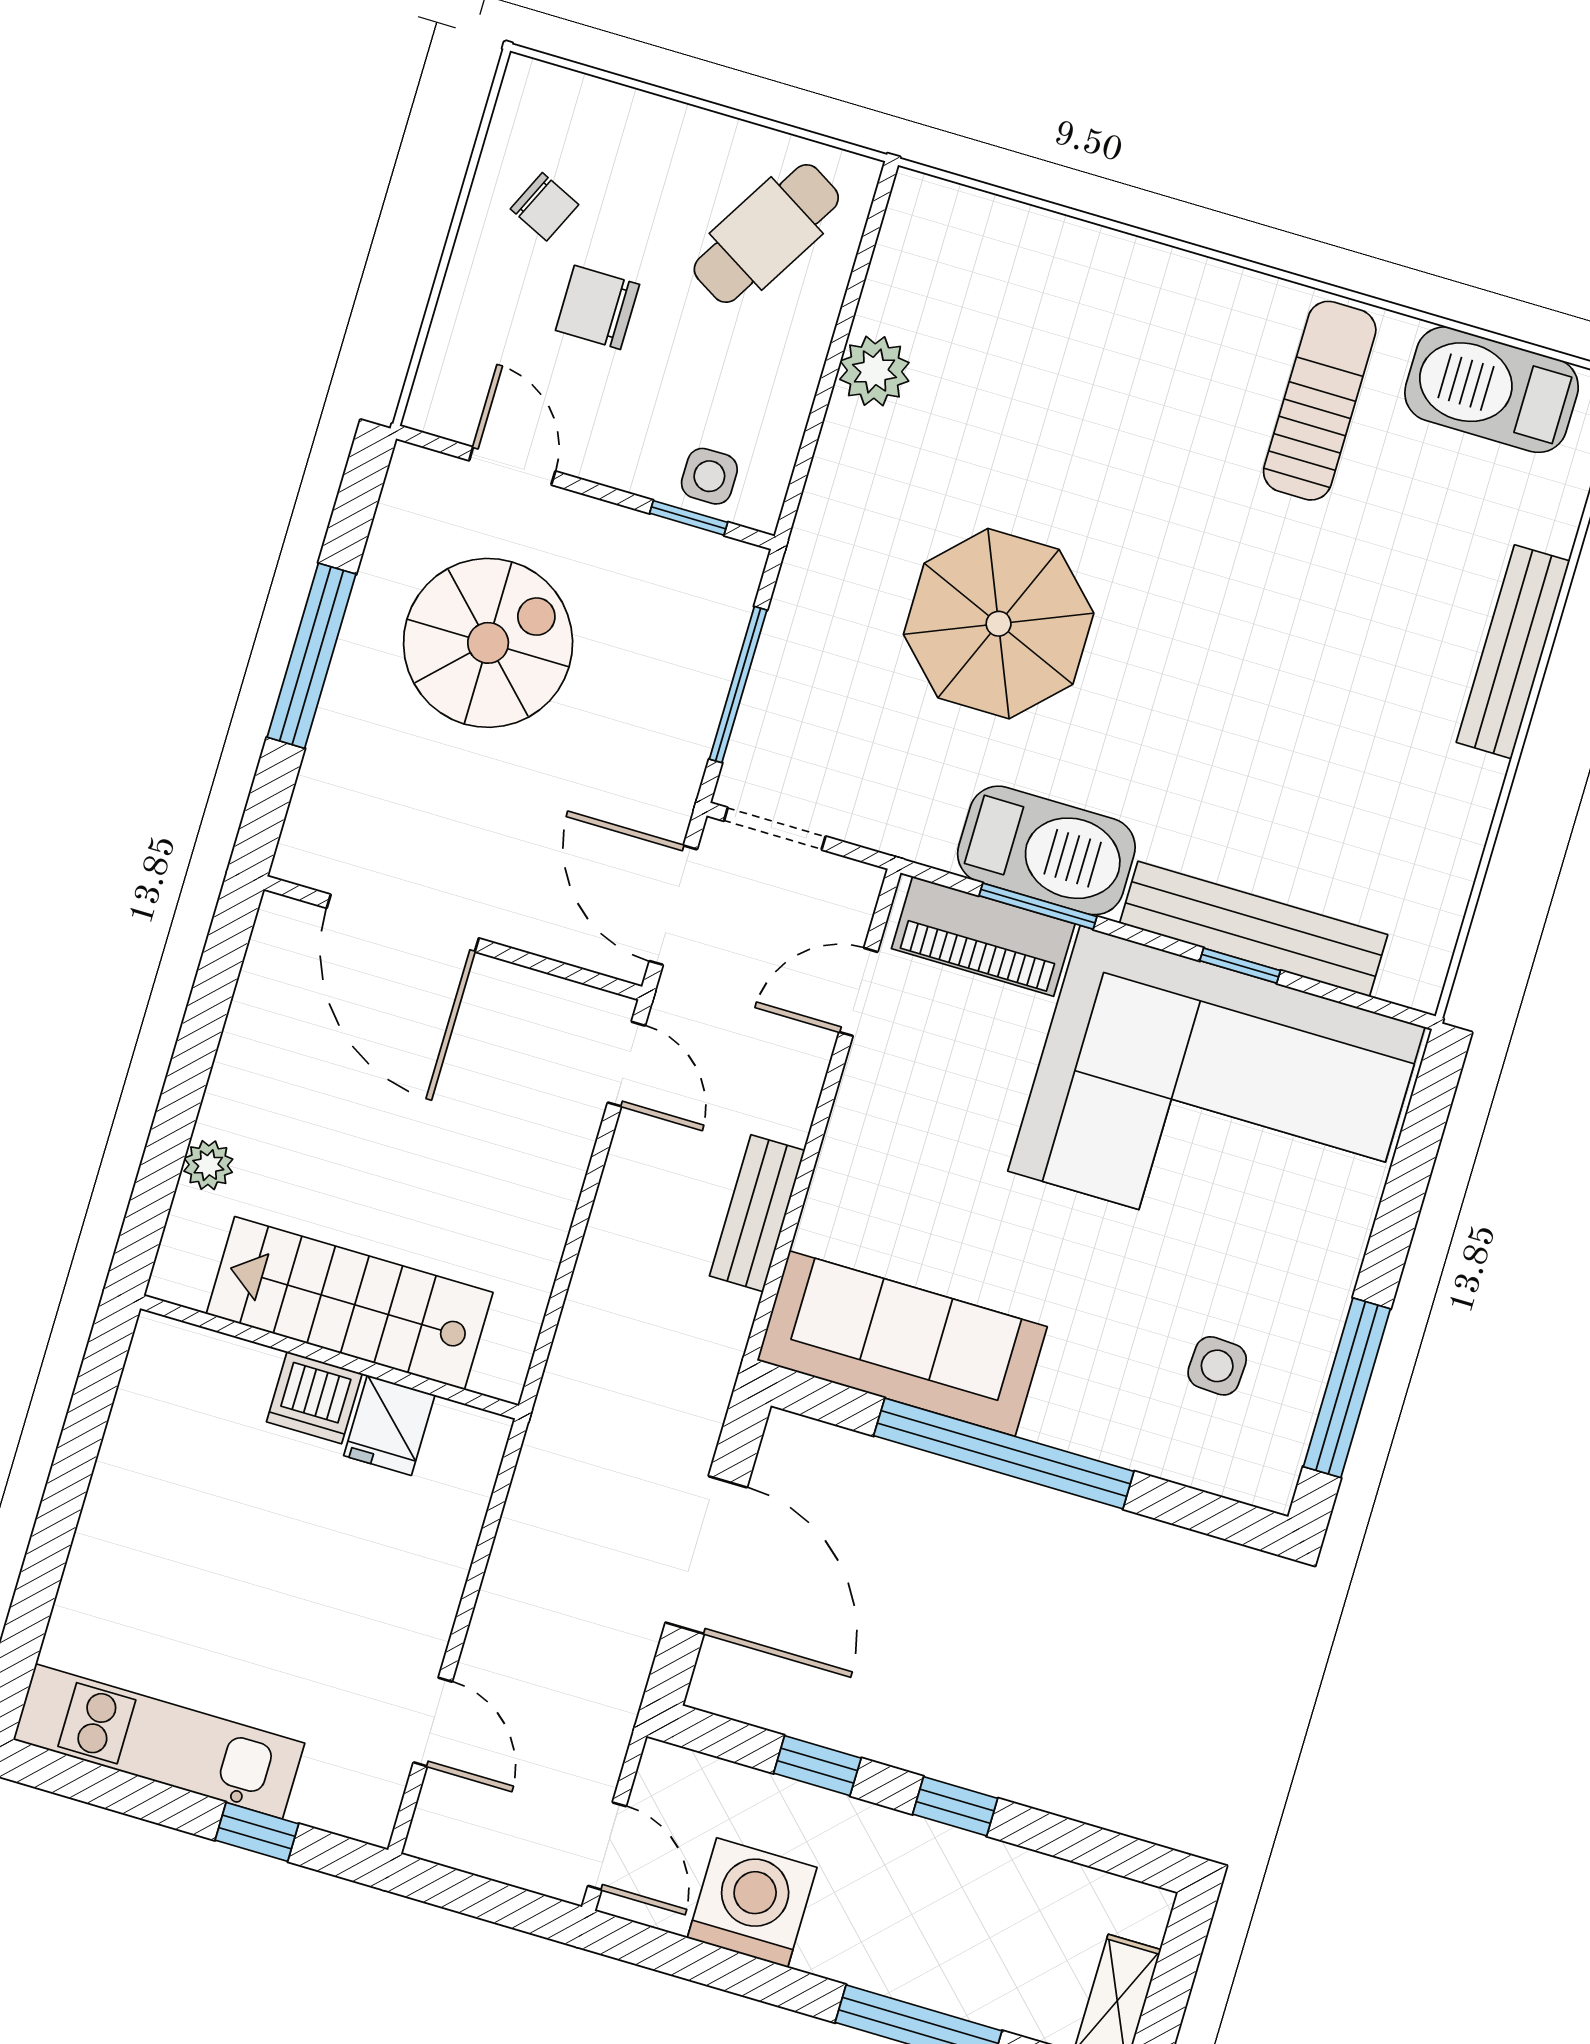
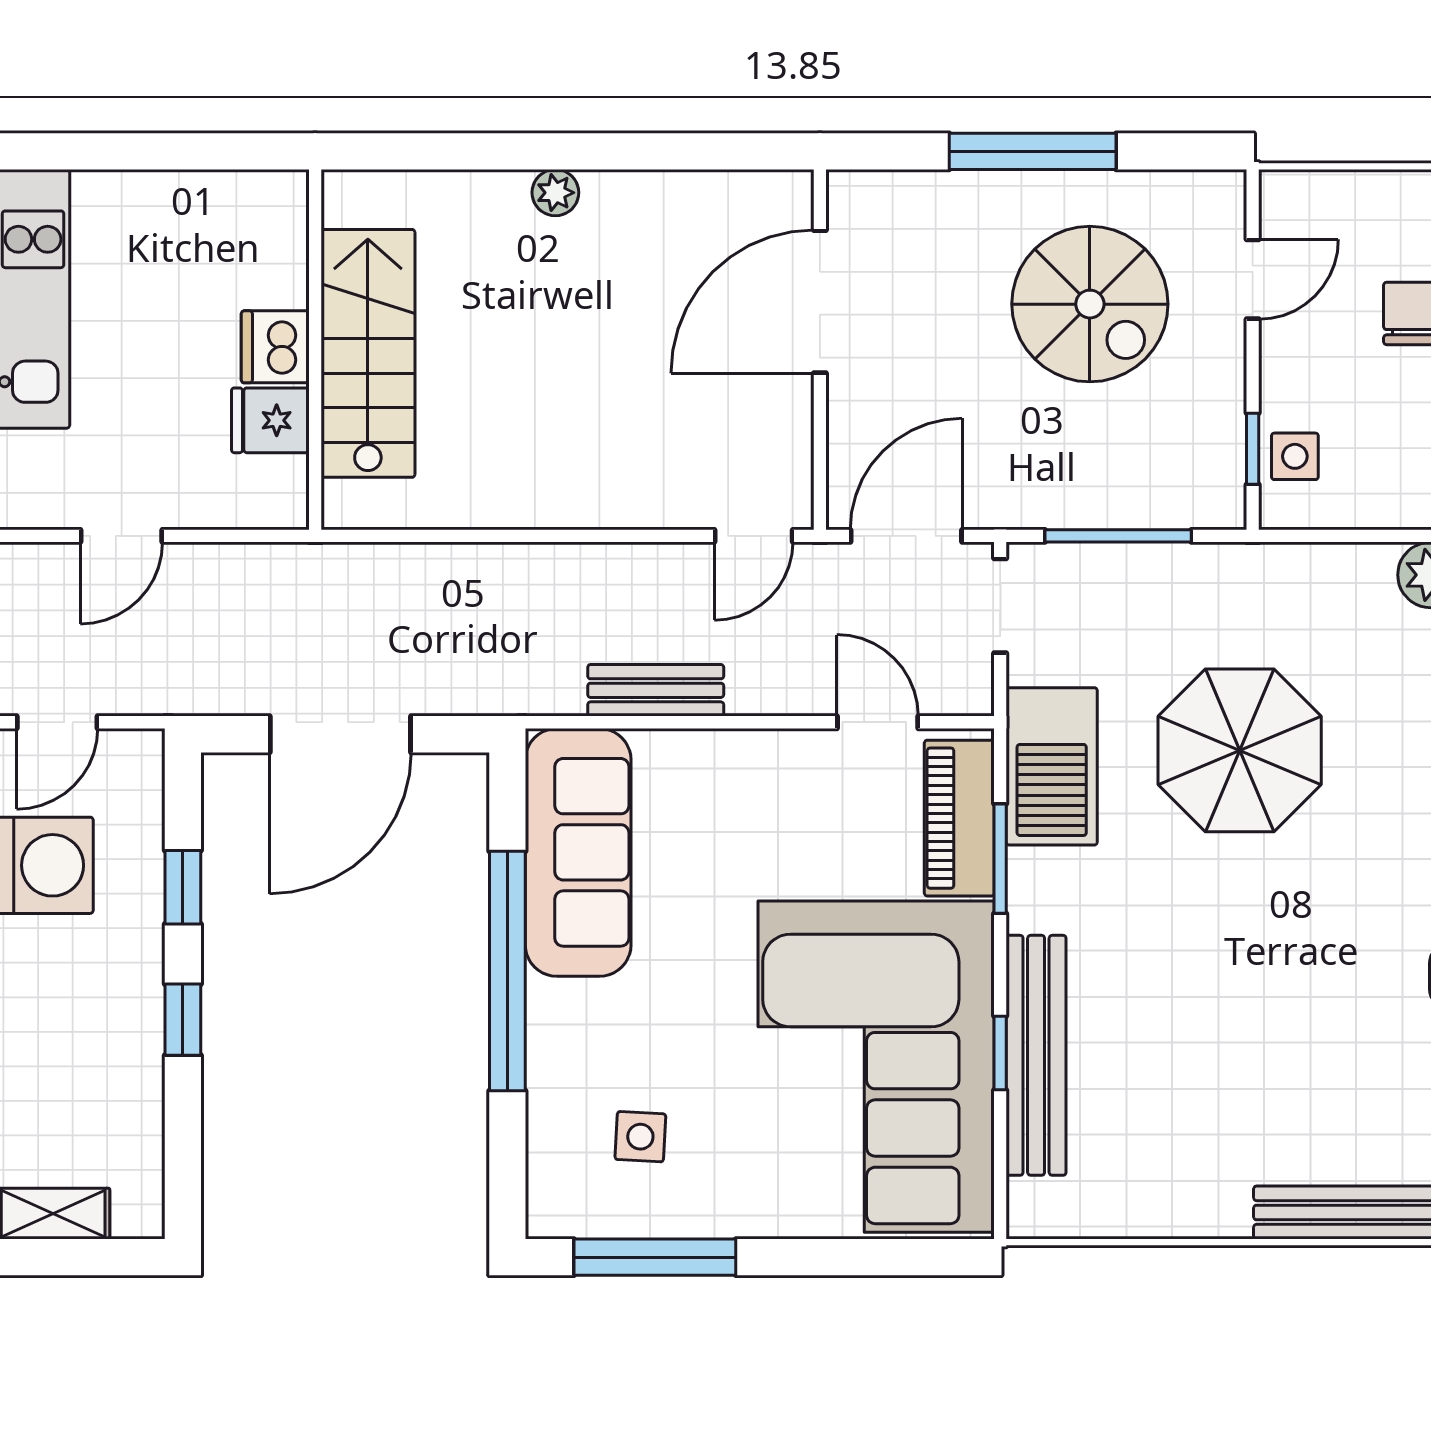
barbecue: (1046, 850) -> (1052, 766), moved
stairs: (350, 1303) -> (368, 353), moved
wall: (329, 1357) -> (315, 350), moved
dishwasher: (314, 1398) -> (275, 347), moved
fridge: (389, 1425) -> (270, 420), moved

